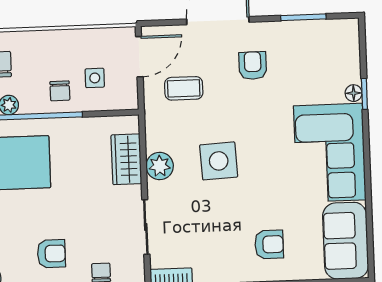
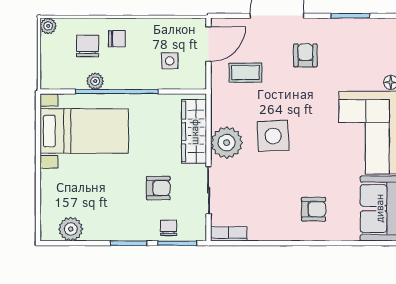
chair: (60, 91) -> (117, 39), moved, turned -90
wardrobe: (126, 159) -> (194, 132), width x1.50
plant: (160, 166) -> (227, 143), width x1.36, depth x1.36
armchair: (51, 254) -> (158, 188), moved

